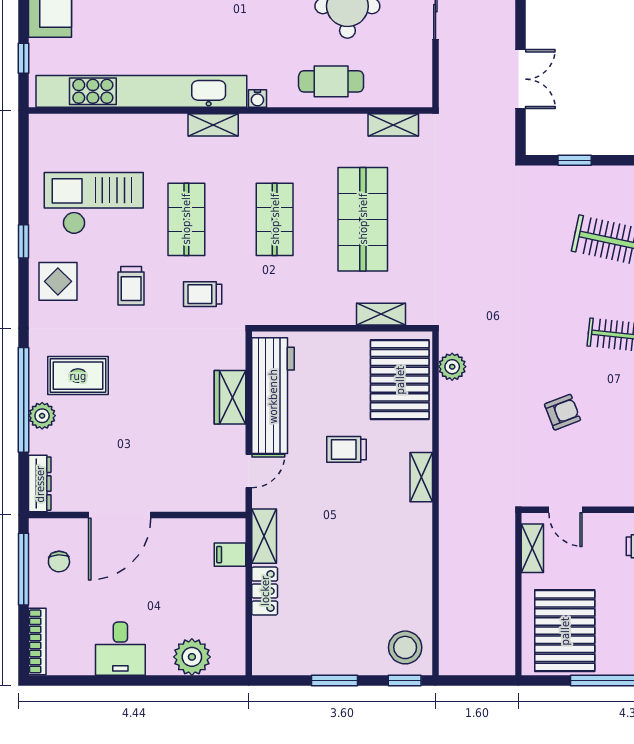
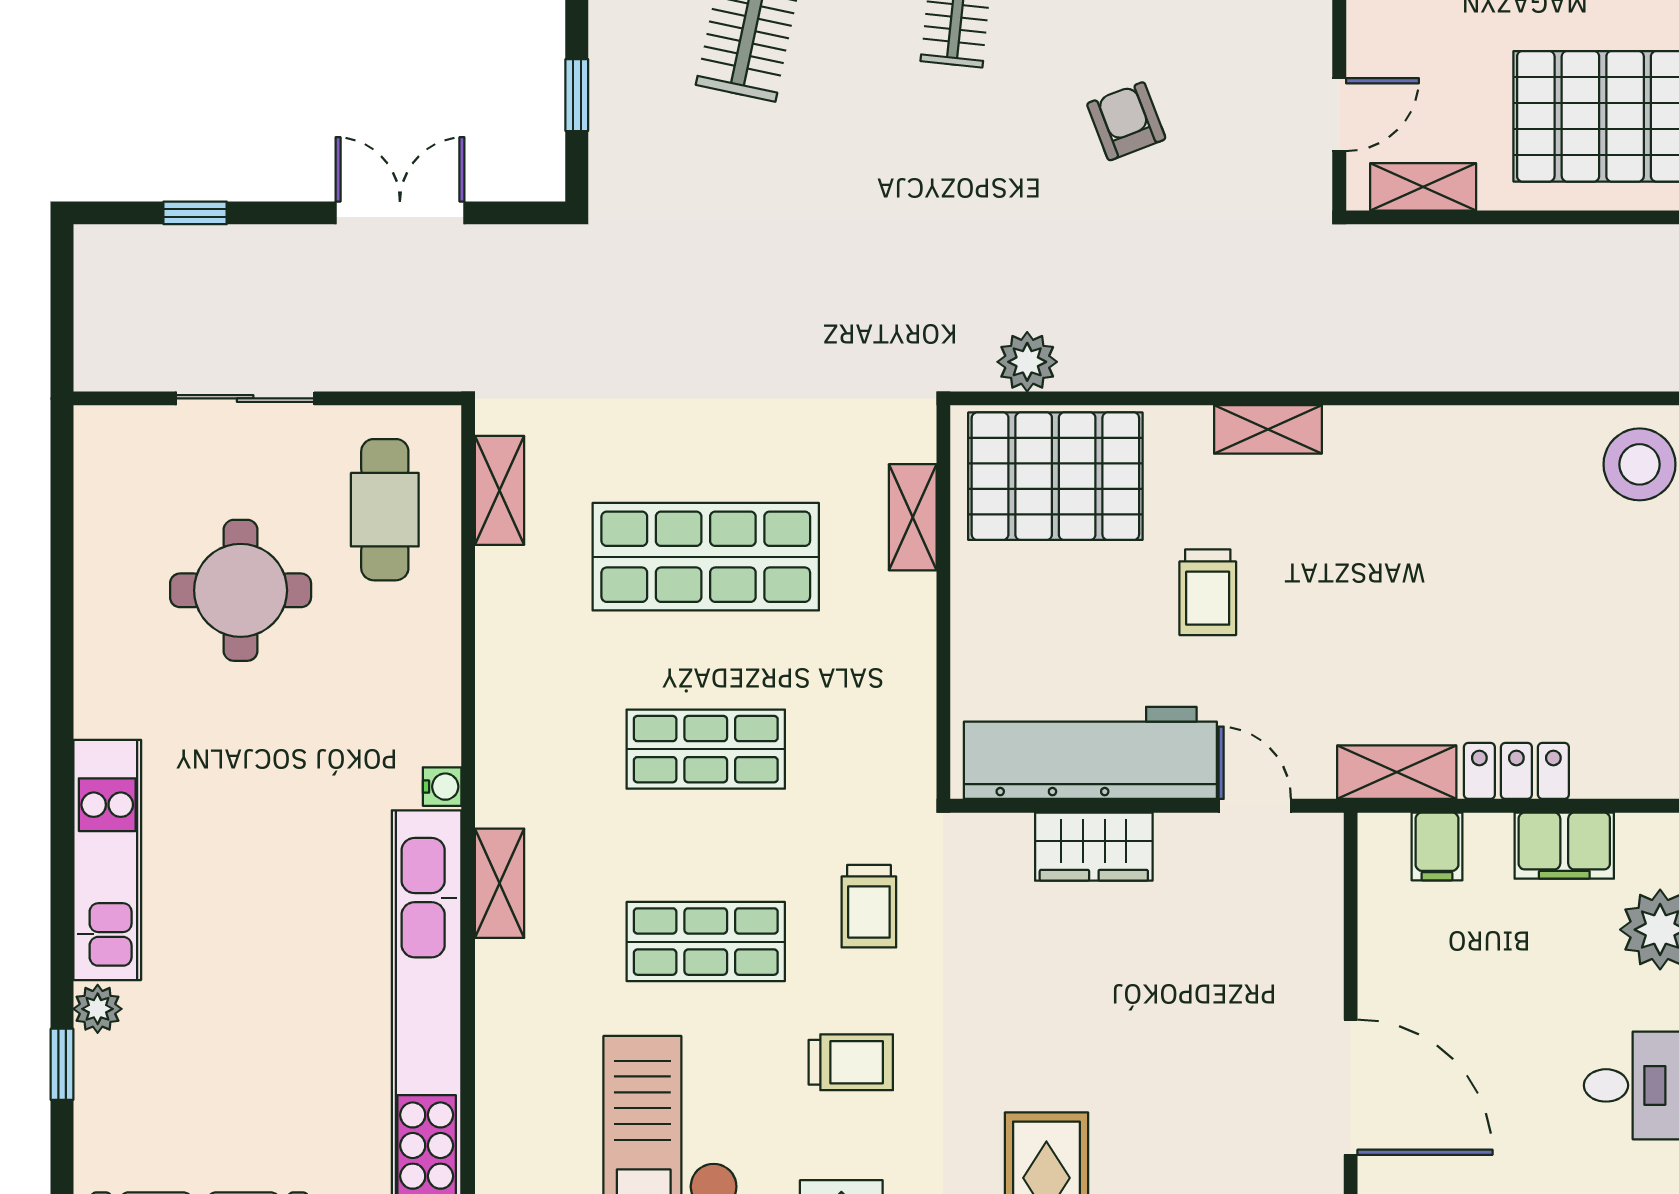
cafe table: (331, 81) -> (385, 510), moved
filing cabinet: (230, 613) -> (1564, 846), added

